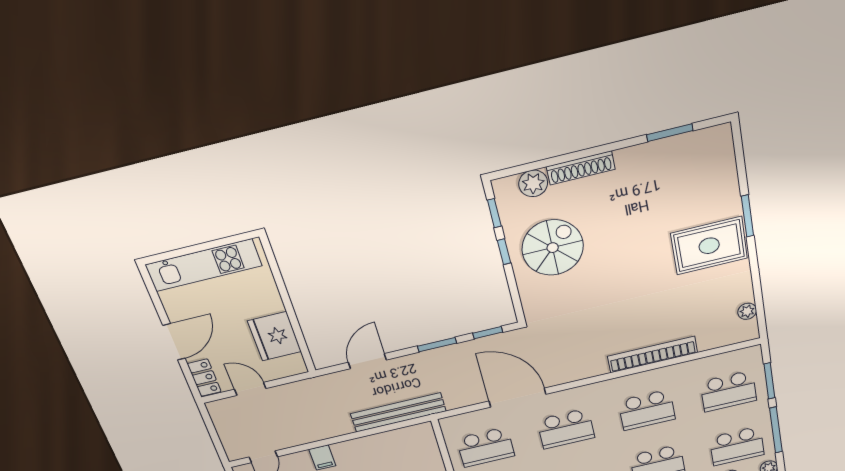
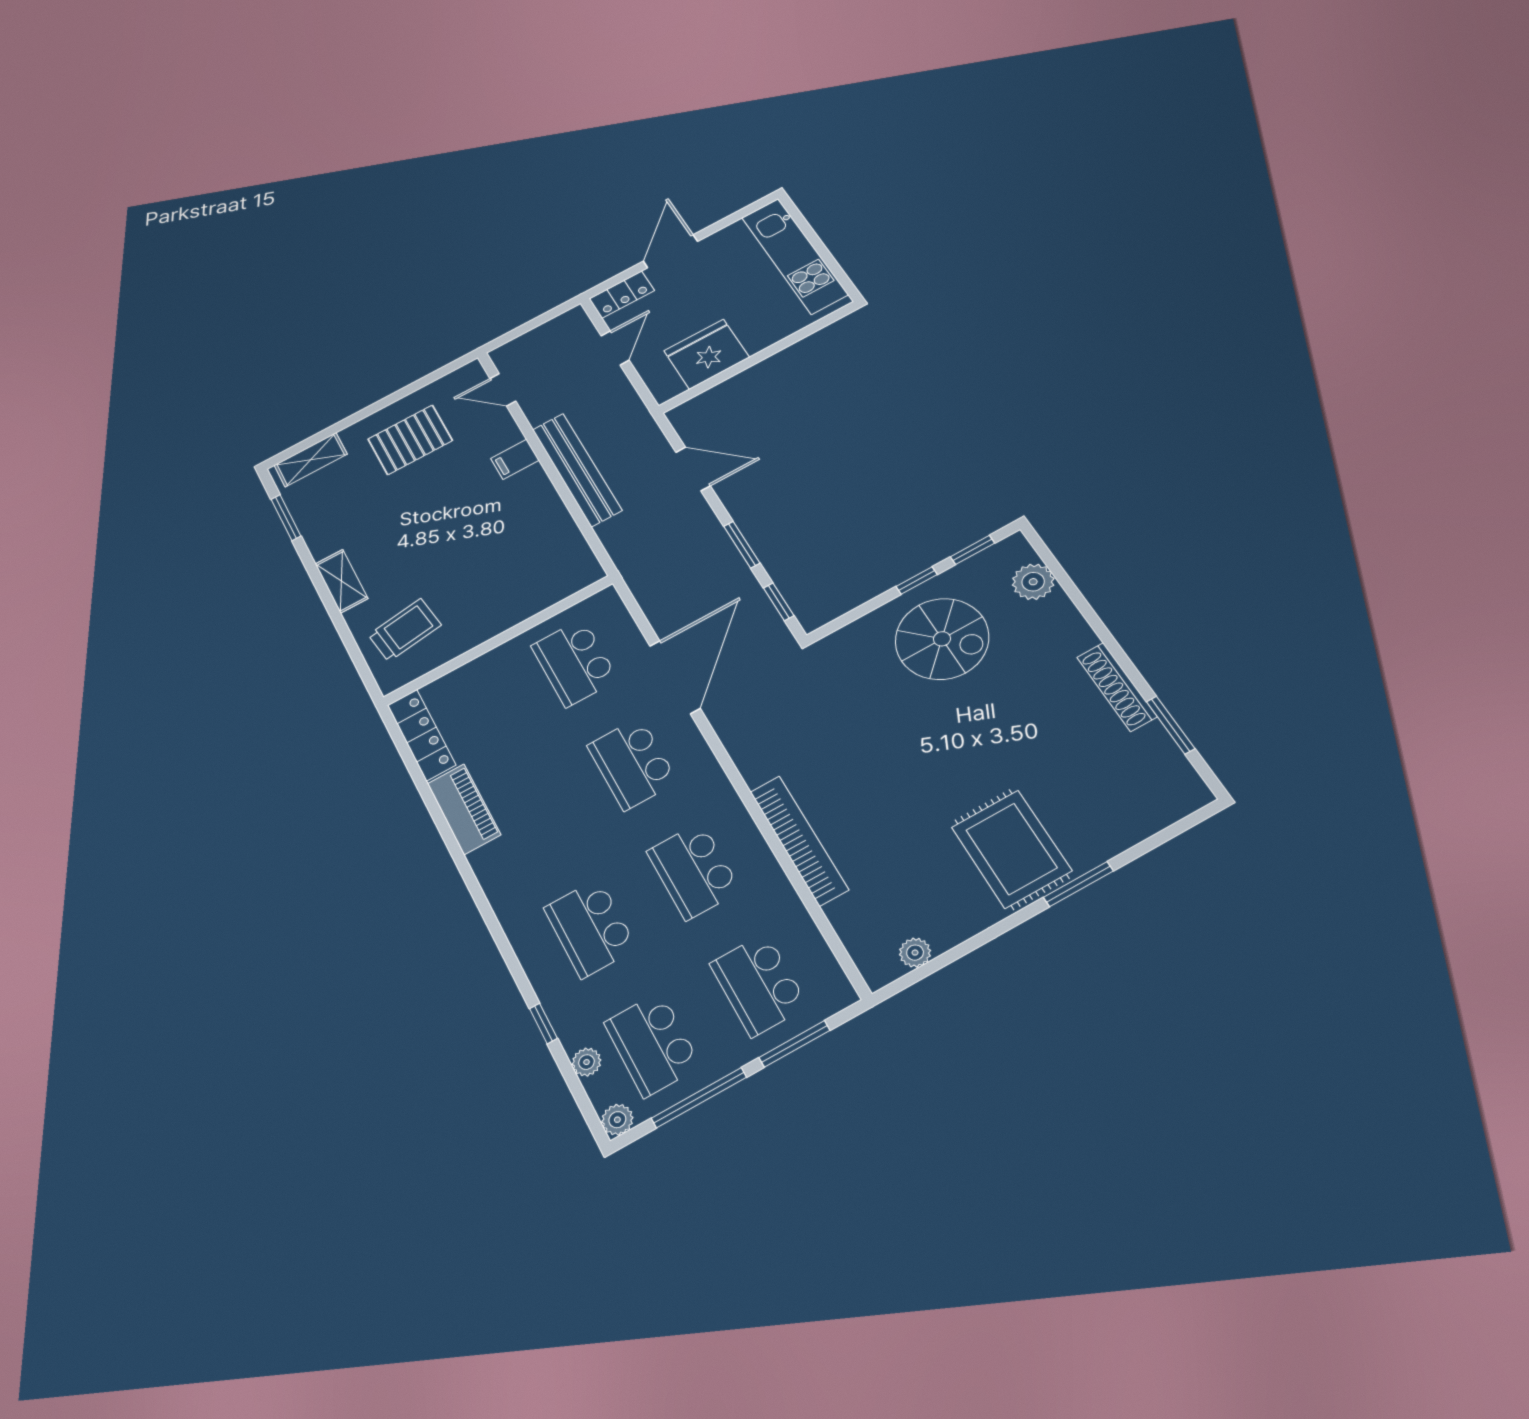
shoe rack: (581, 168) -> (1117, 687), moved
door: (174, 342) -> (670, 251), swing flipped
bench: (398, 412) -> (577, 470), moved

